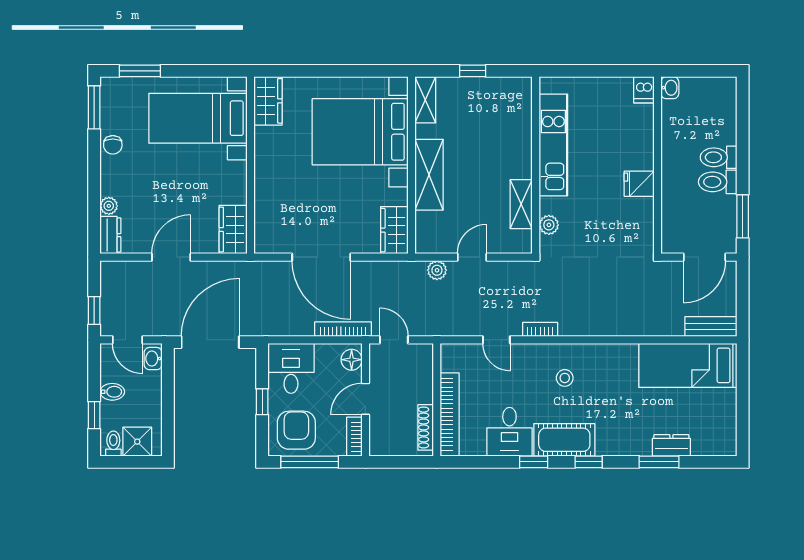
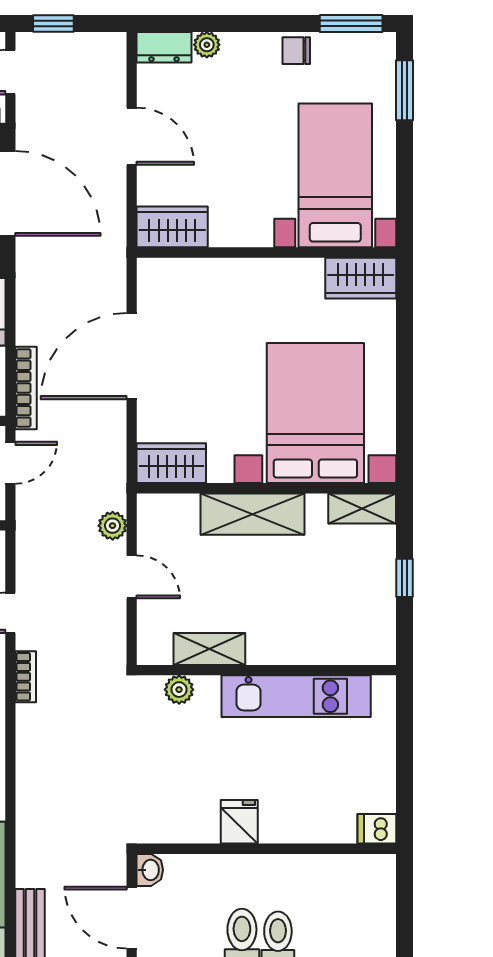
washbasin: (670, 88) -> (150, 870), moved, turned -90

